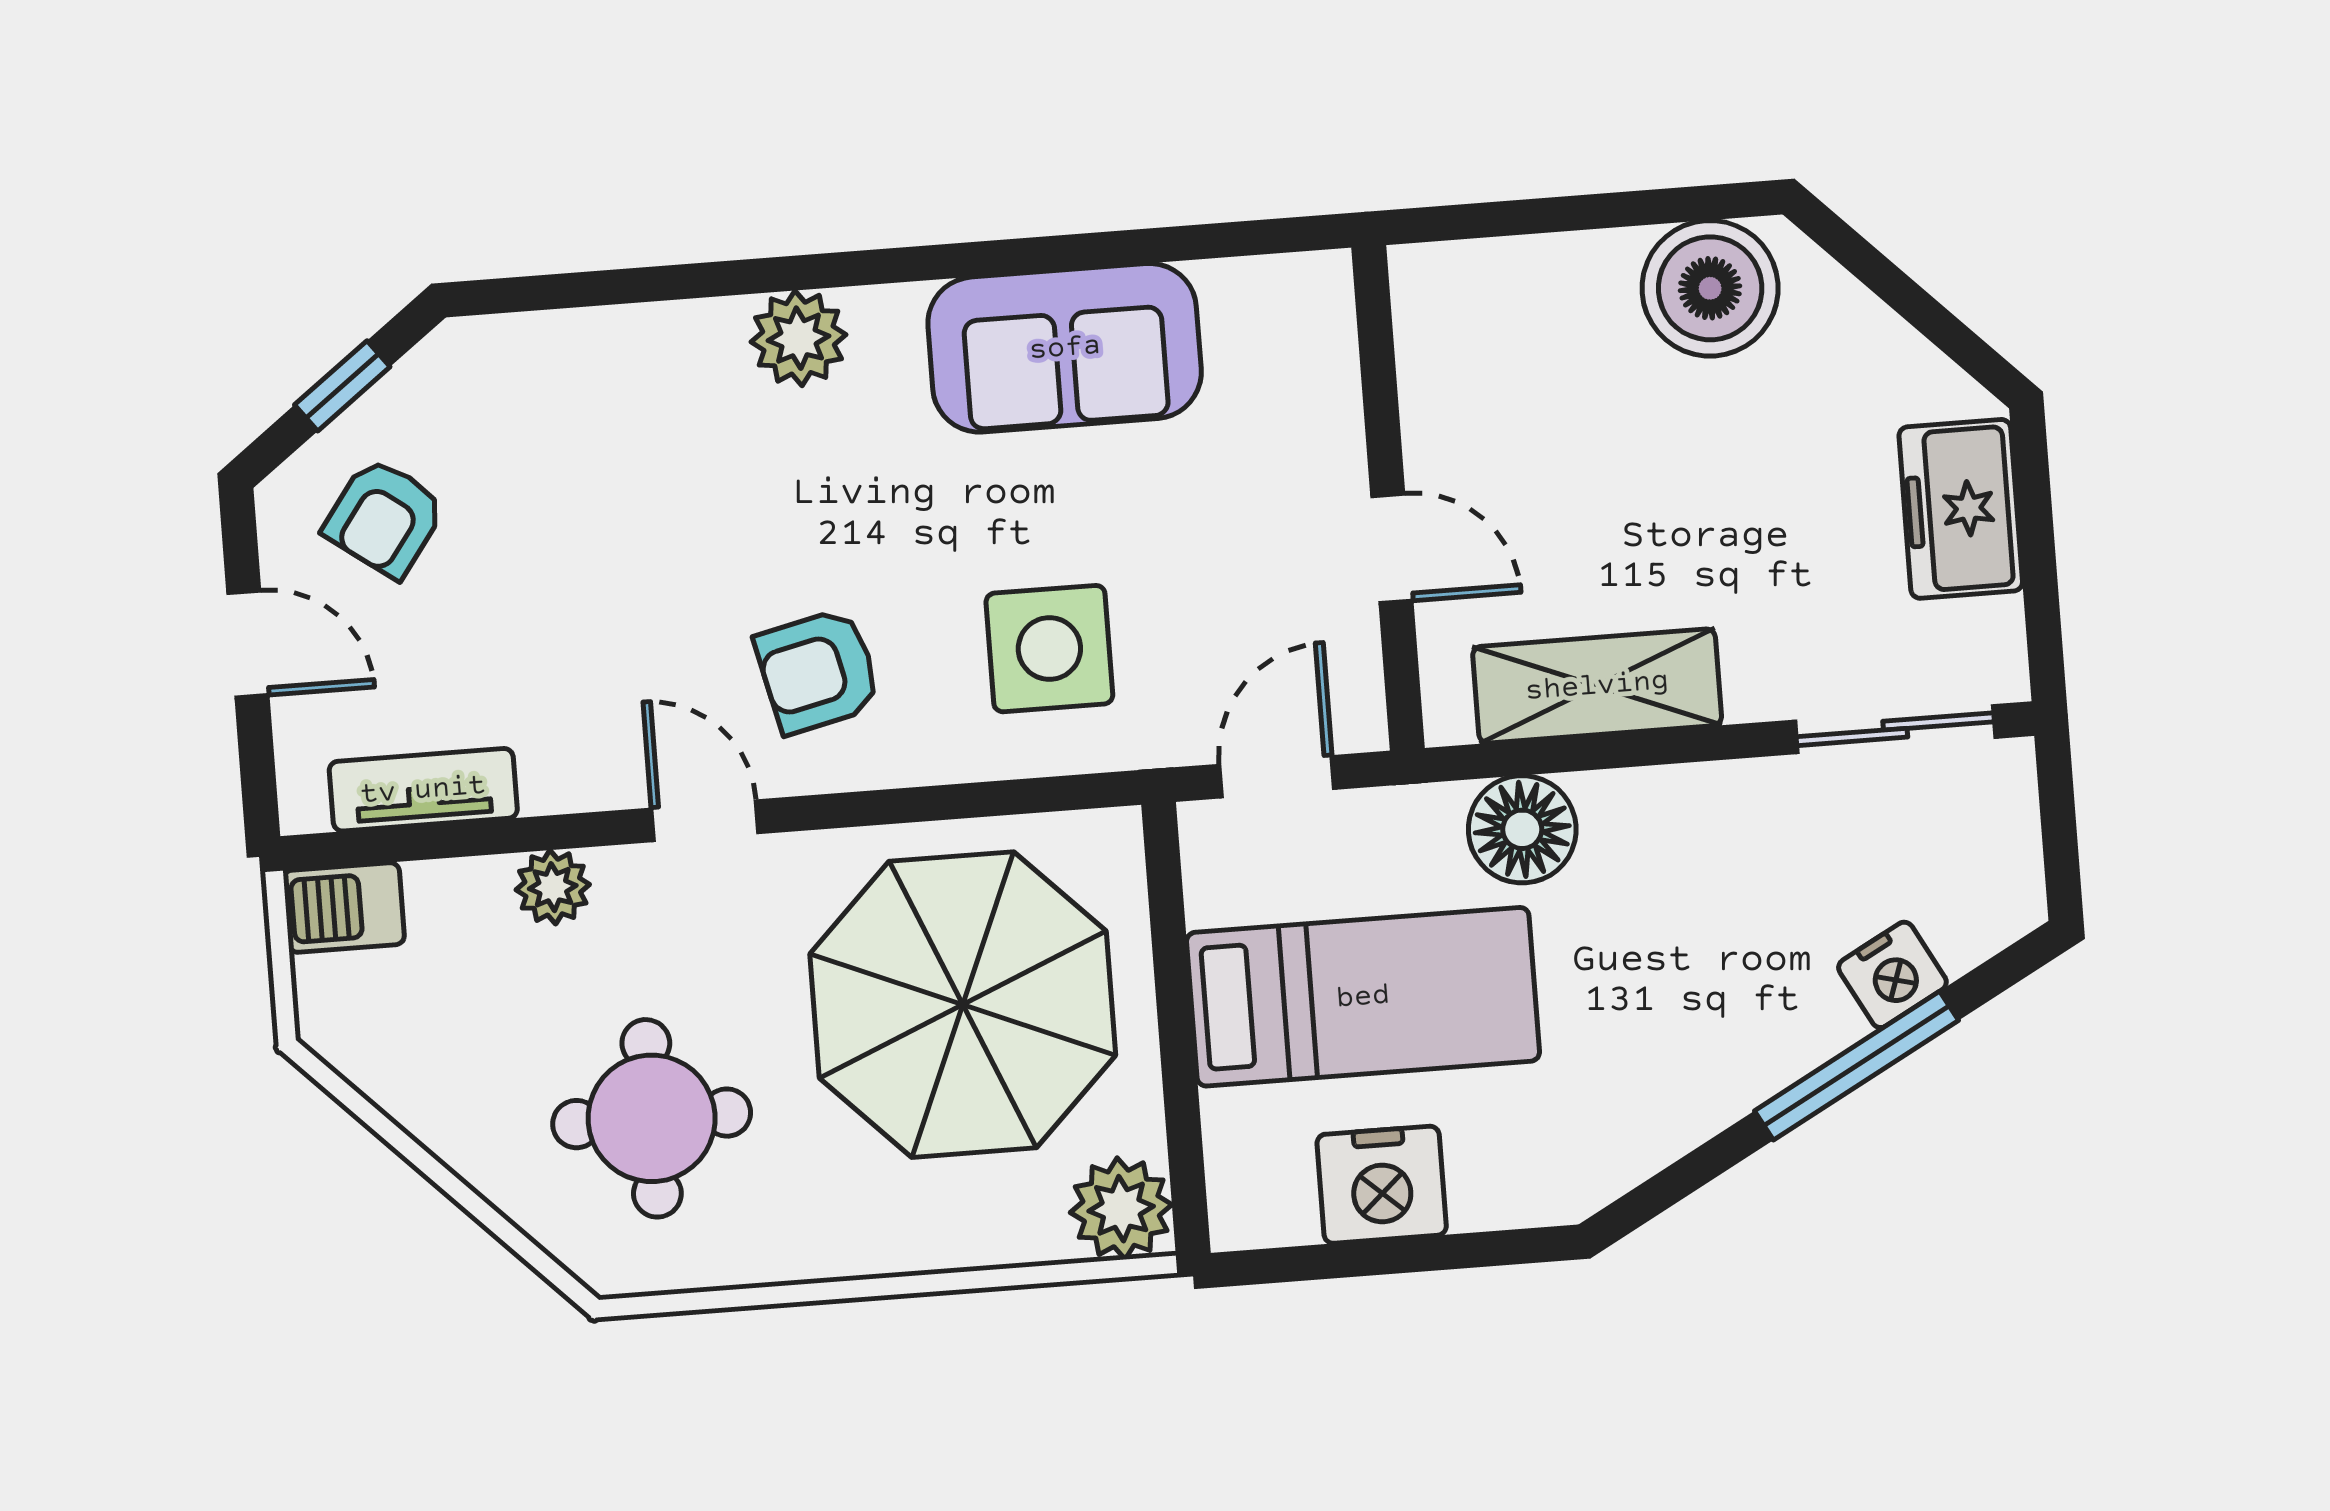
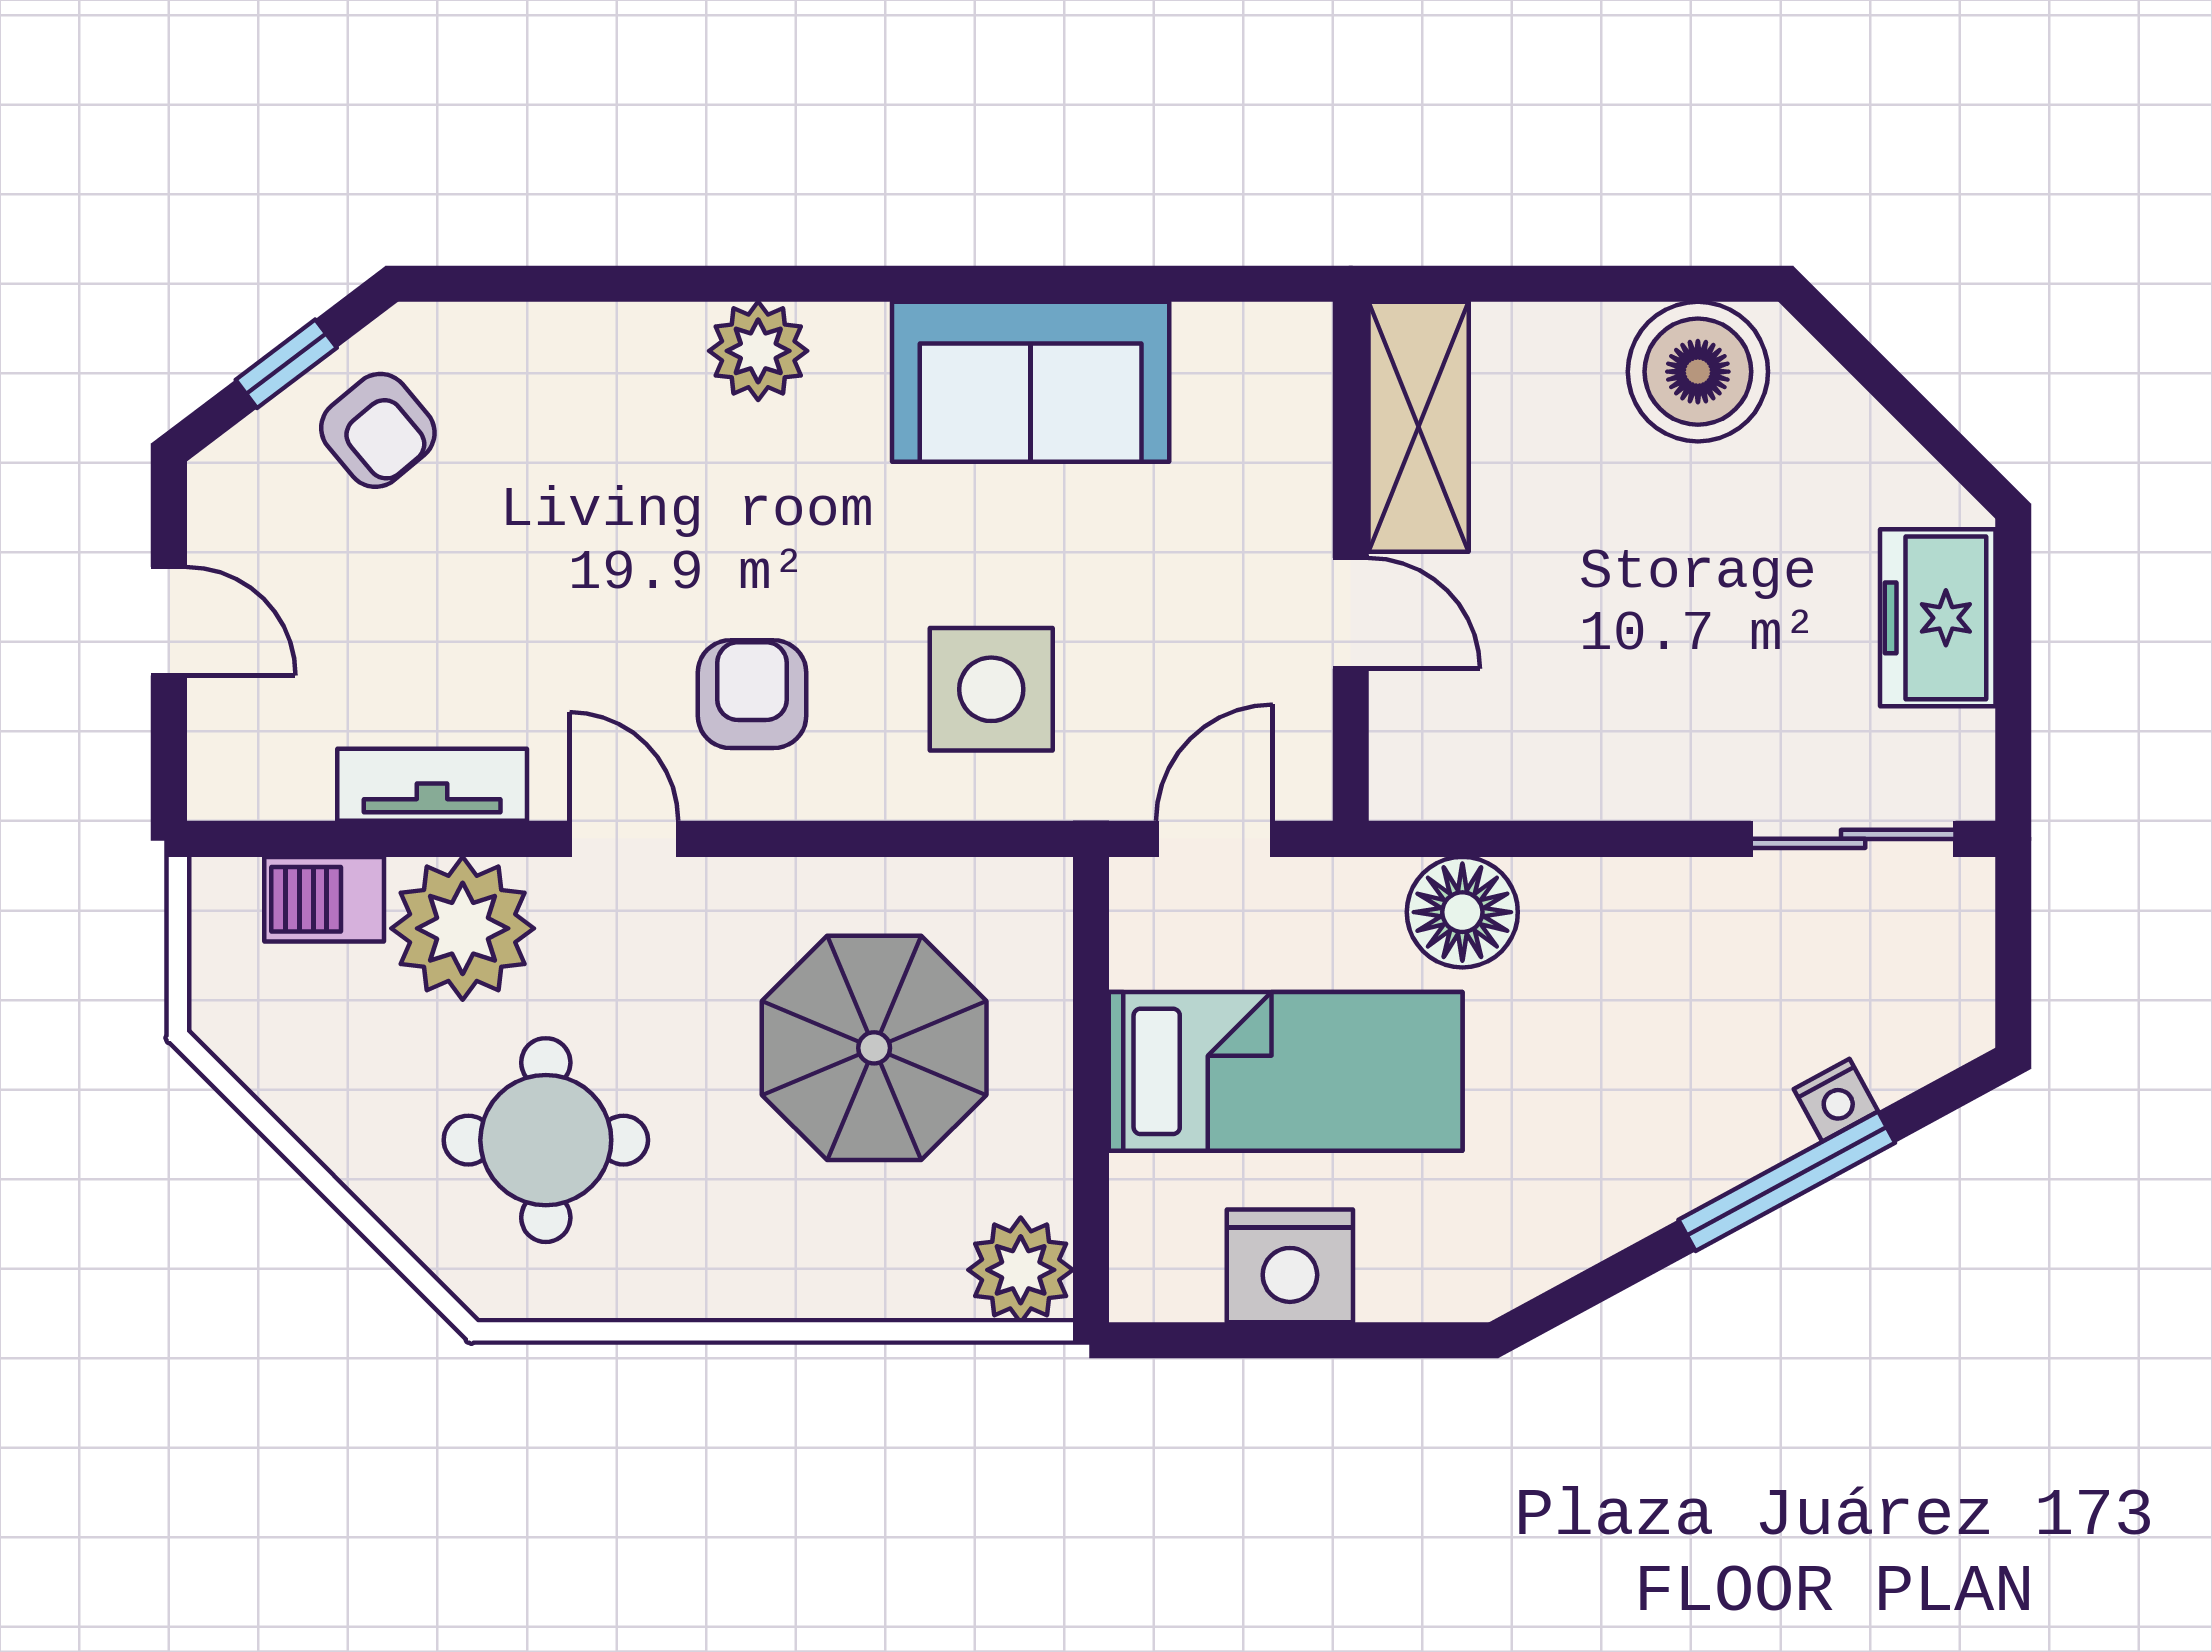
armchair: (384, 518) -> (378, 430), moved, turned -76
armchair: (818, 671) -> (752, 694), turned 103
shelving: (1597, 686) -> (1419, 427), moved, turned 90
tv unit: (423, 790) -> (432, 785), moved
plant: (553, 887) -> (463, 928), width x1.88, depth x1.88
barbecue: (344, 907) -> (324, 899), moved
nightstand: (1892, 975) -> (1836, 1100), width x0.72, depth x0.74
parasol: (963, 1005) -> (874, 1048), width x0.73, depth x0.73

